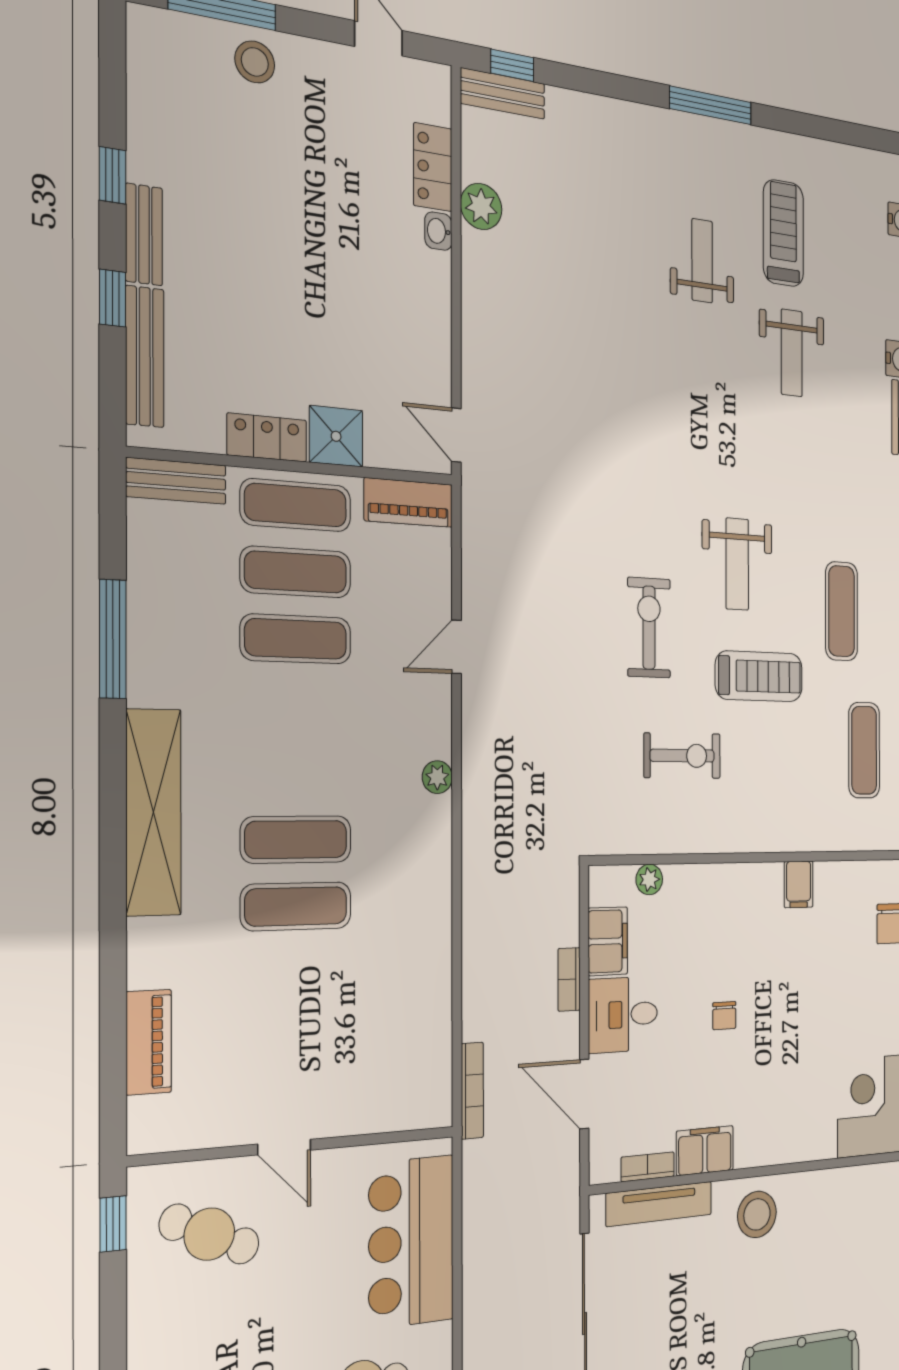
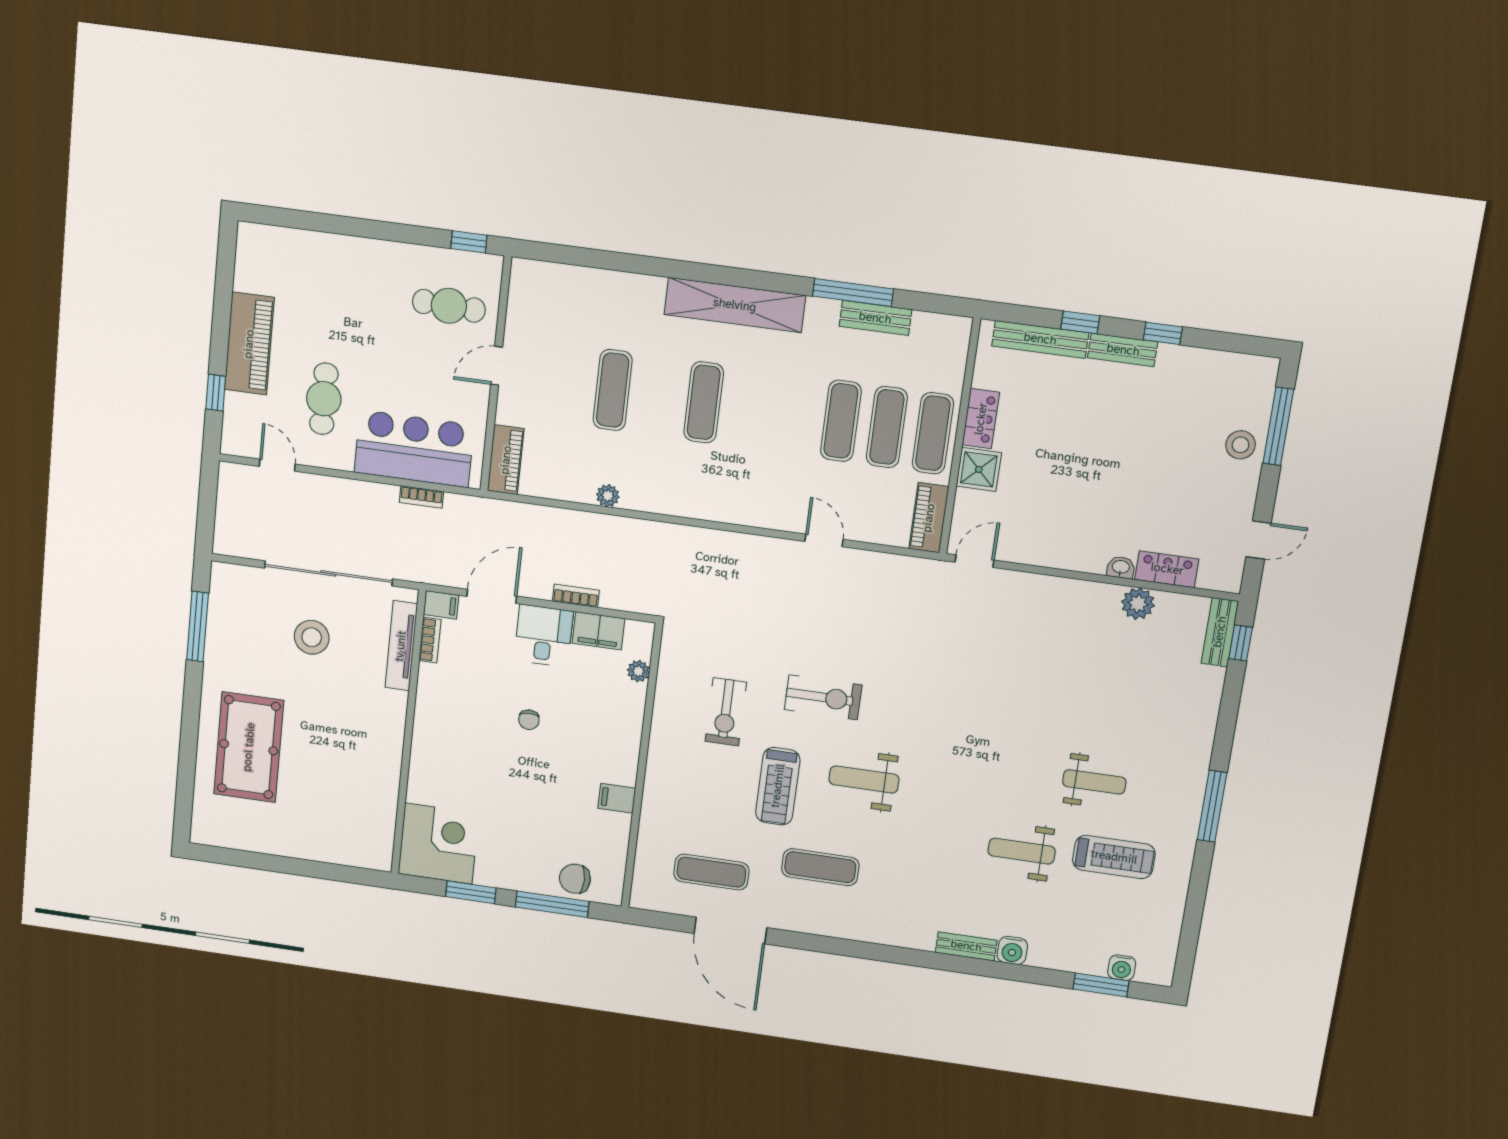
bench: (176, 481) -> (875, 318), moved, turned 90
plant: (437, 777) -> (608, 496), moved
exercise mat: (296, 906) -> (613, 390), moved
chair: (724, 1016) -> (529, 720), turned -92
piano: (149, 1042) -> (506, 460), moved, turned -90
bookcase: (472, 1091) -> (421, 497), moved, width x0.64
filing cabinet: (705, 1151) -> (441, 605), moved, width x0.50
stool: (757, 1214) -> (312, 637), moved
cafe table: (209, 1234) -> (449, 306), turned 68

